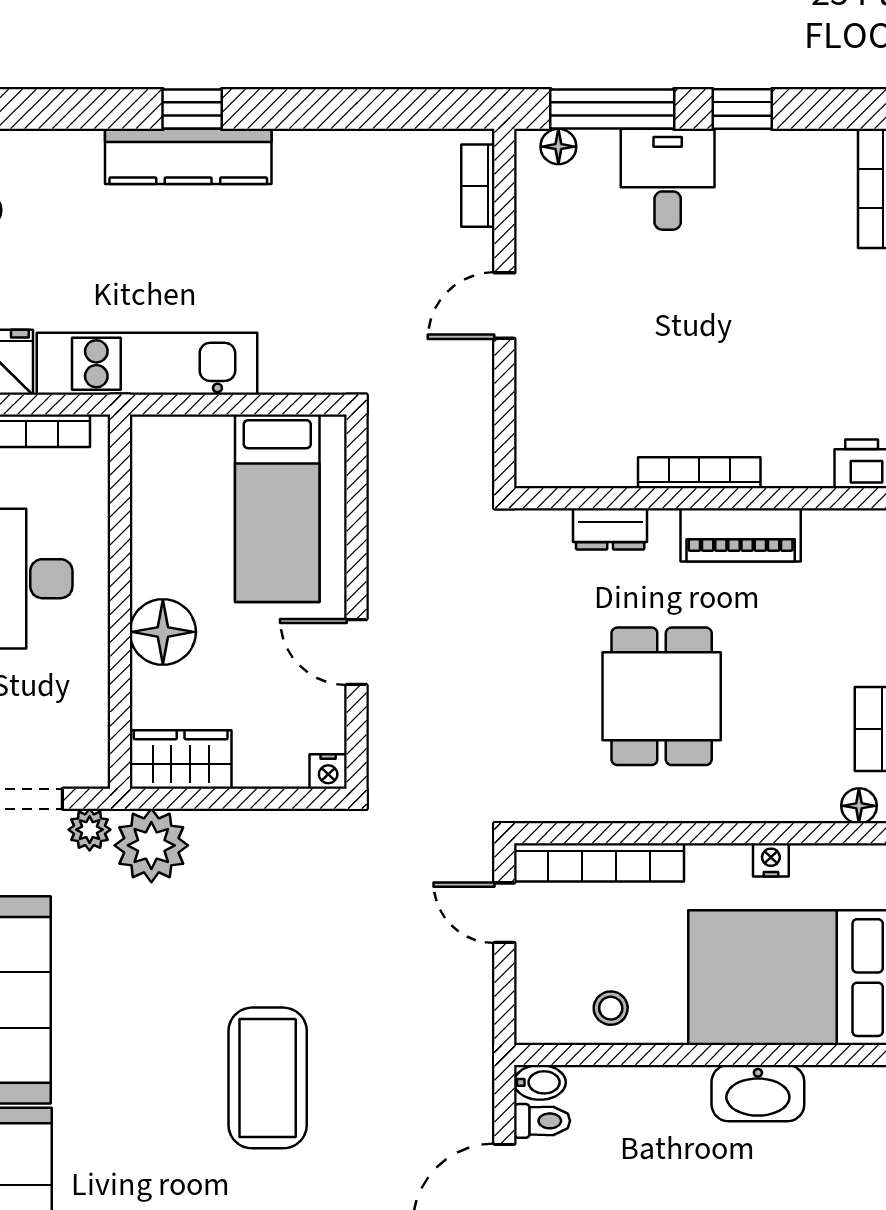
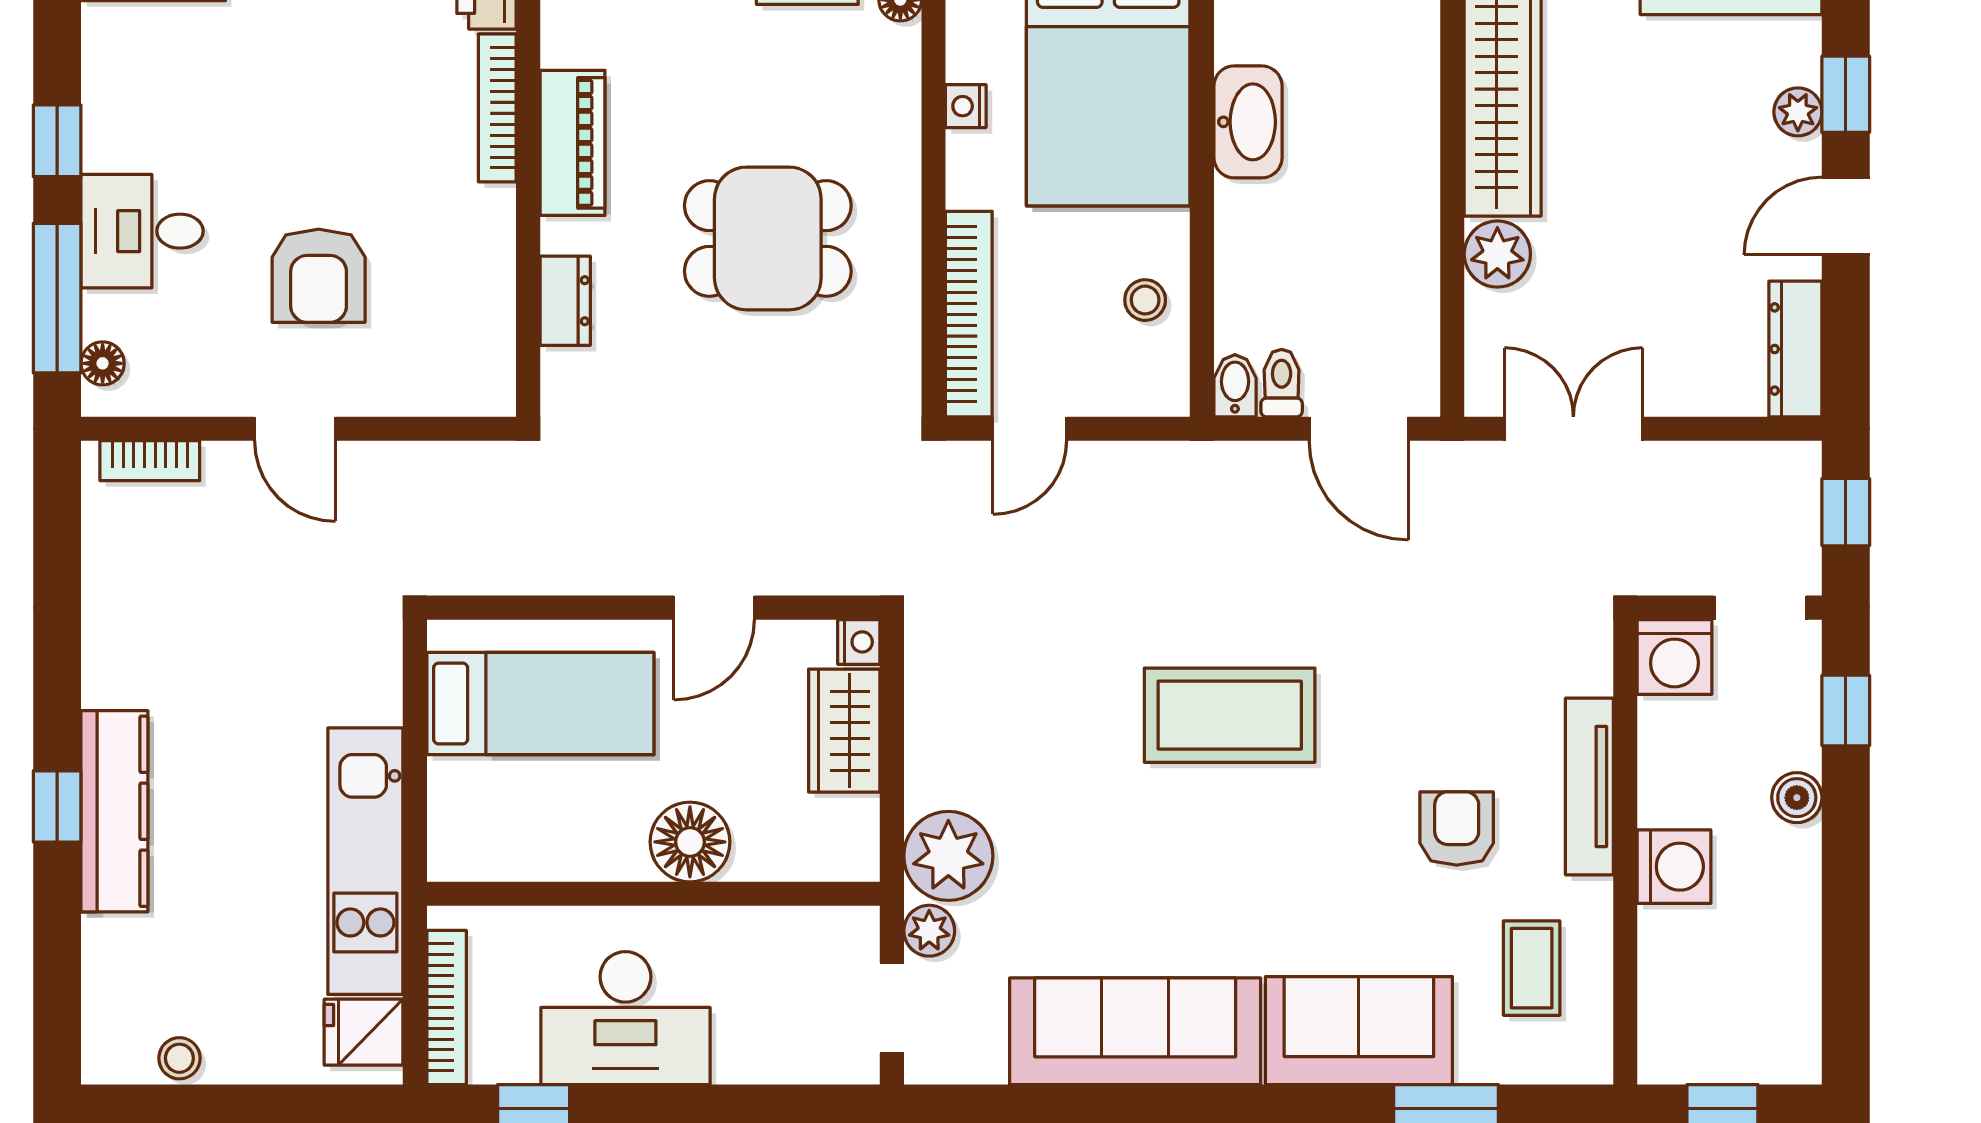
armchair: (631, 325) -> (319, 276), added
bookcase: (699, 473) -> (497, 108), moved
wardrobe: (181, 759) -> (844, 731), moved

